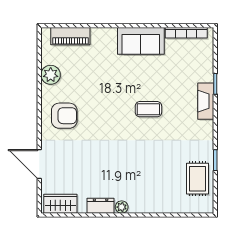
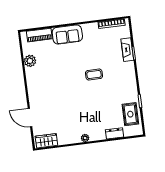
sofa: (141, 41) -> (67, 34), moved
fireplace: (206, 101) -> (127, 50), moved
armchair: (64, 116) -> (42, 85), removed
dresser: (101, 206) -> (114, 133), moved

